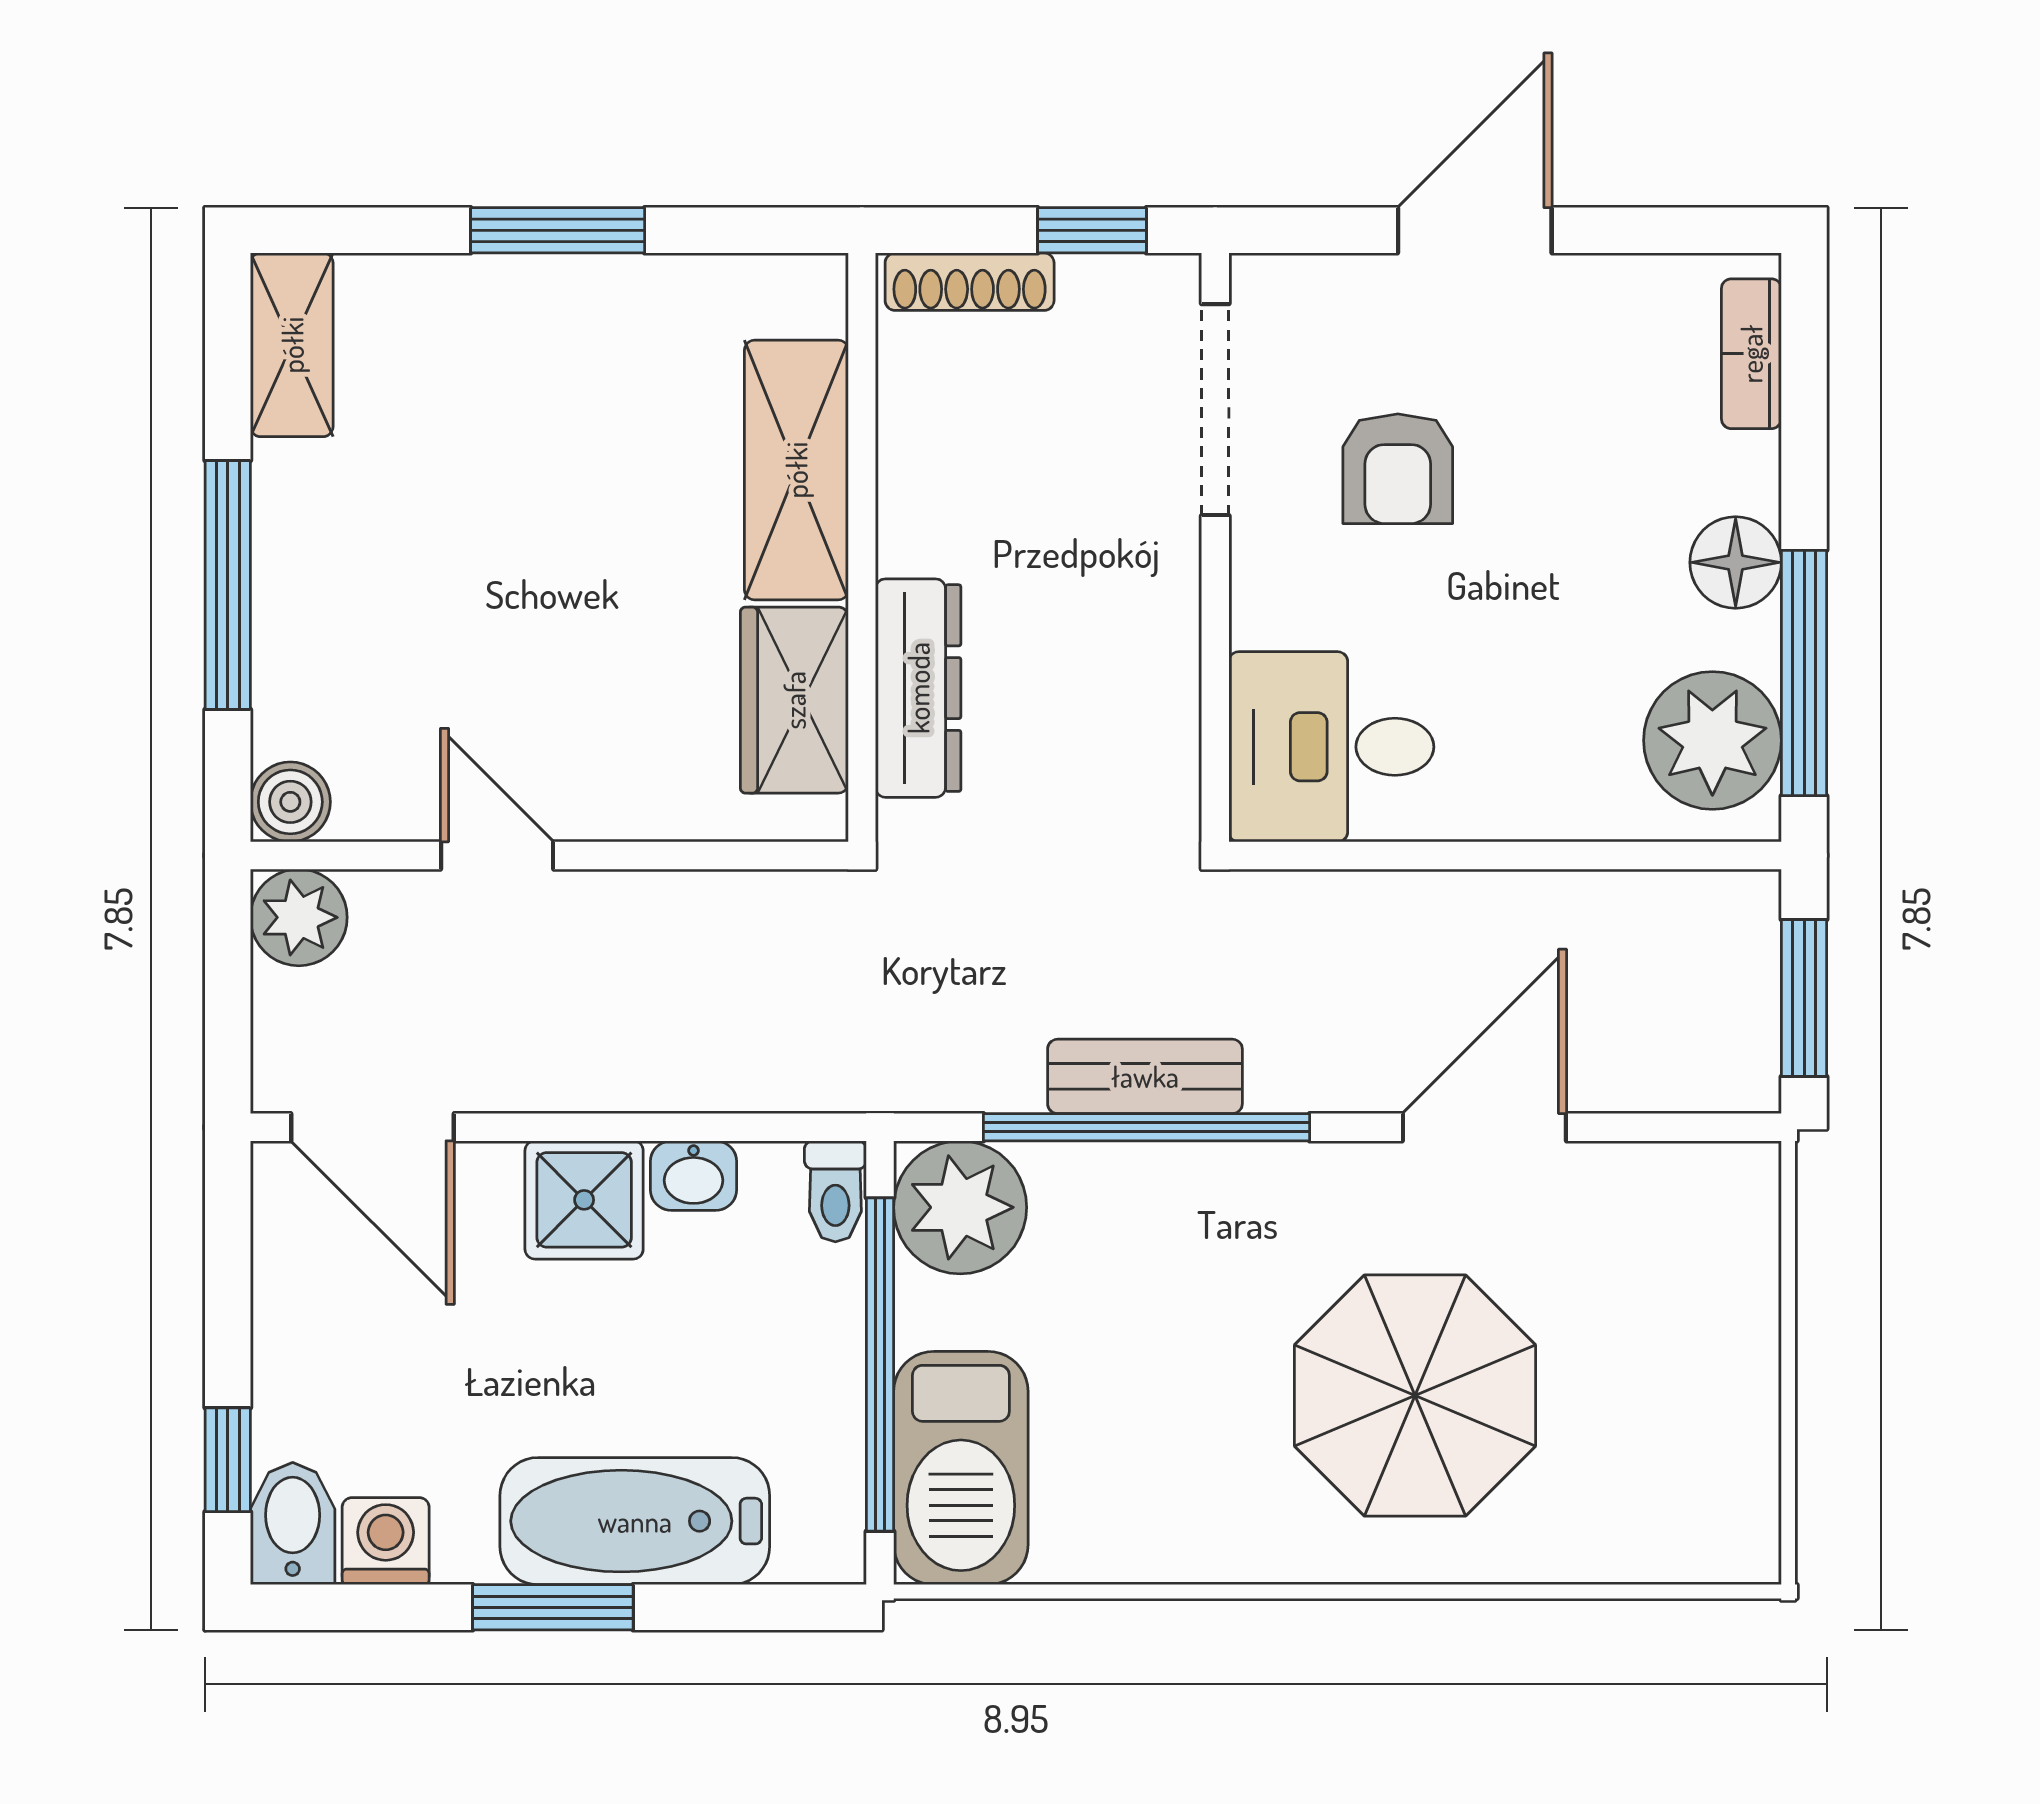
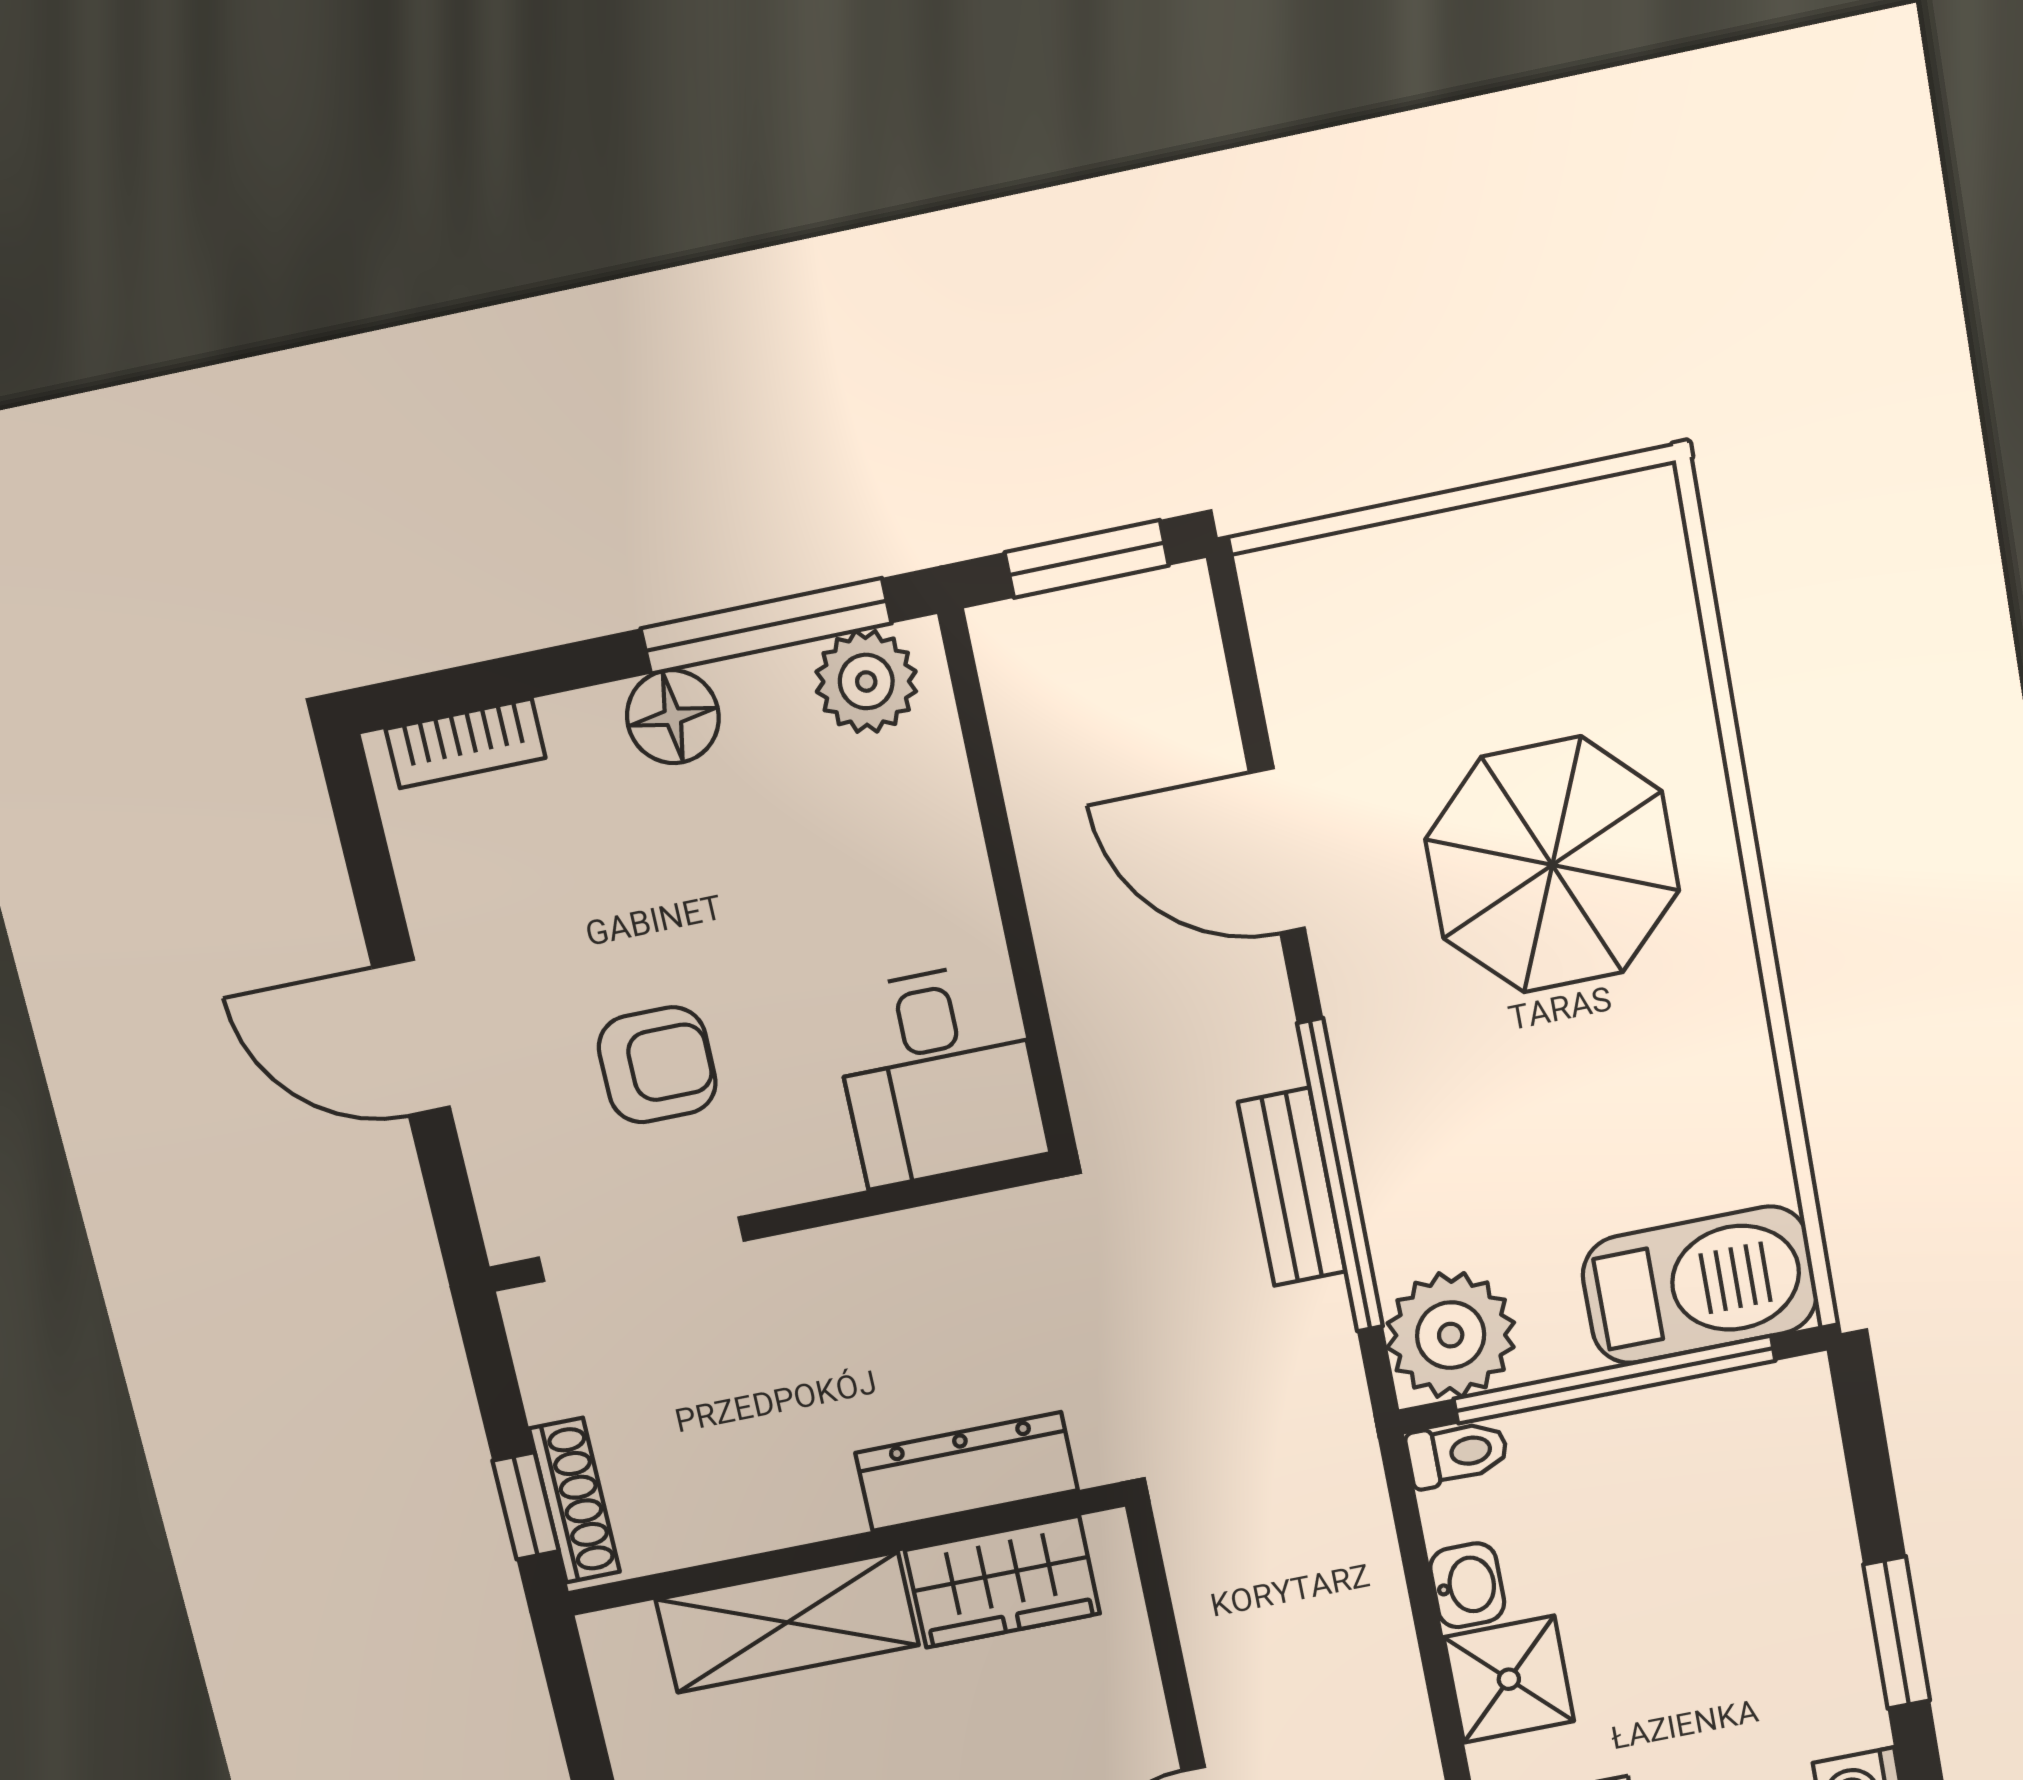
window: (1092, 230) -> (526, 1506), moved
plant: (1712, 740) -> (866, 682), width x0.73, depth x0.73
bathtub: (635, 1521) -> (1803, 1575), removed

